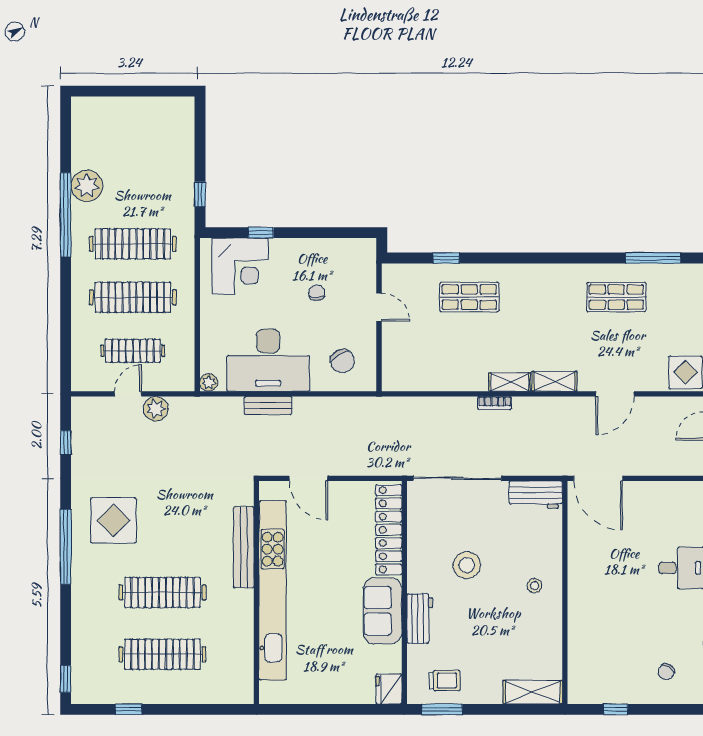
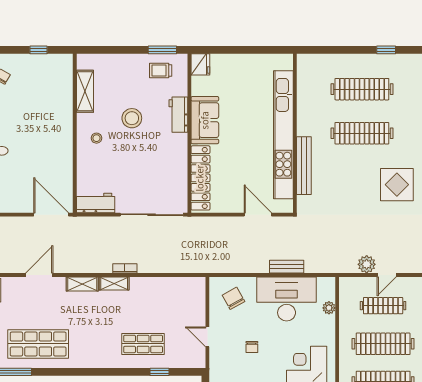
shop shelf: (616, 297) -> (38, 344), width x1.43, depth x1.36
plant: (209, 382) -> (329, 308), moved
stool: (467, 565) -> (132, 118), moved
shelving: (533, 692) -> (85, 91), moved, turned 90

